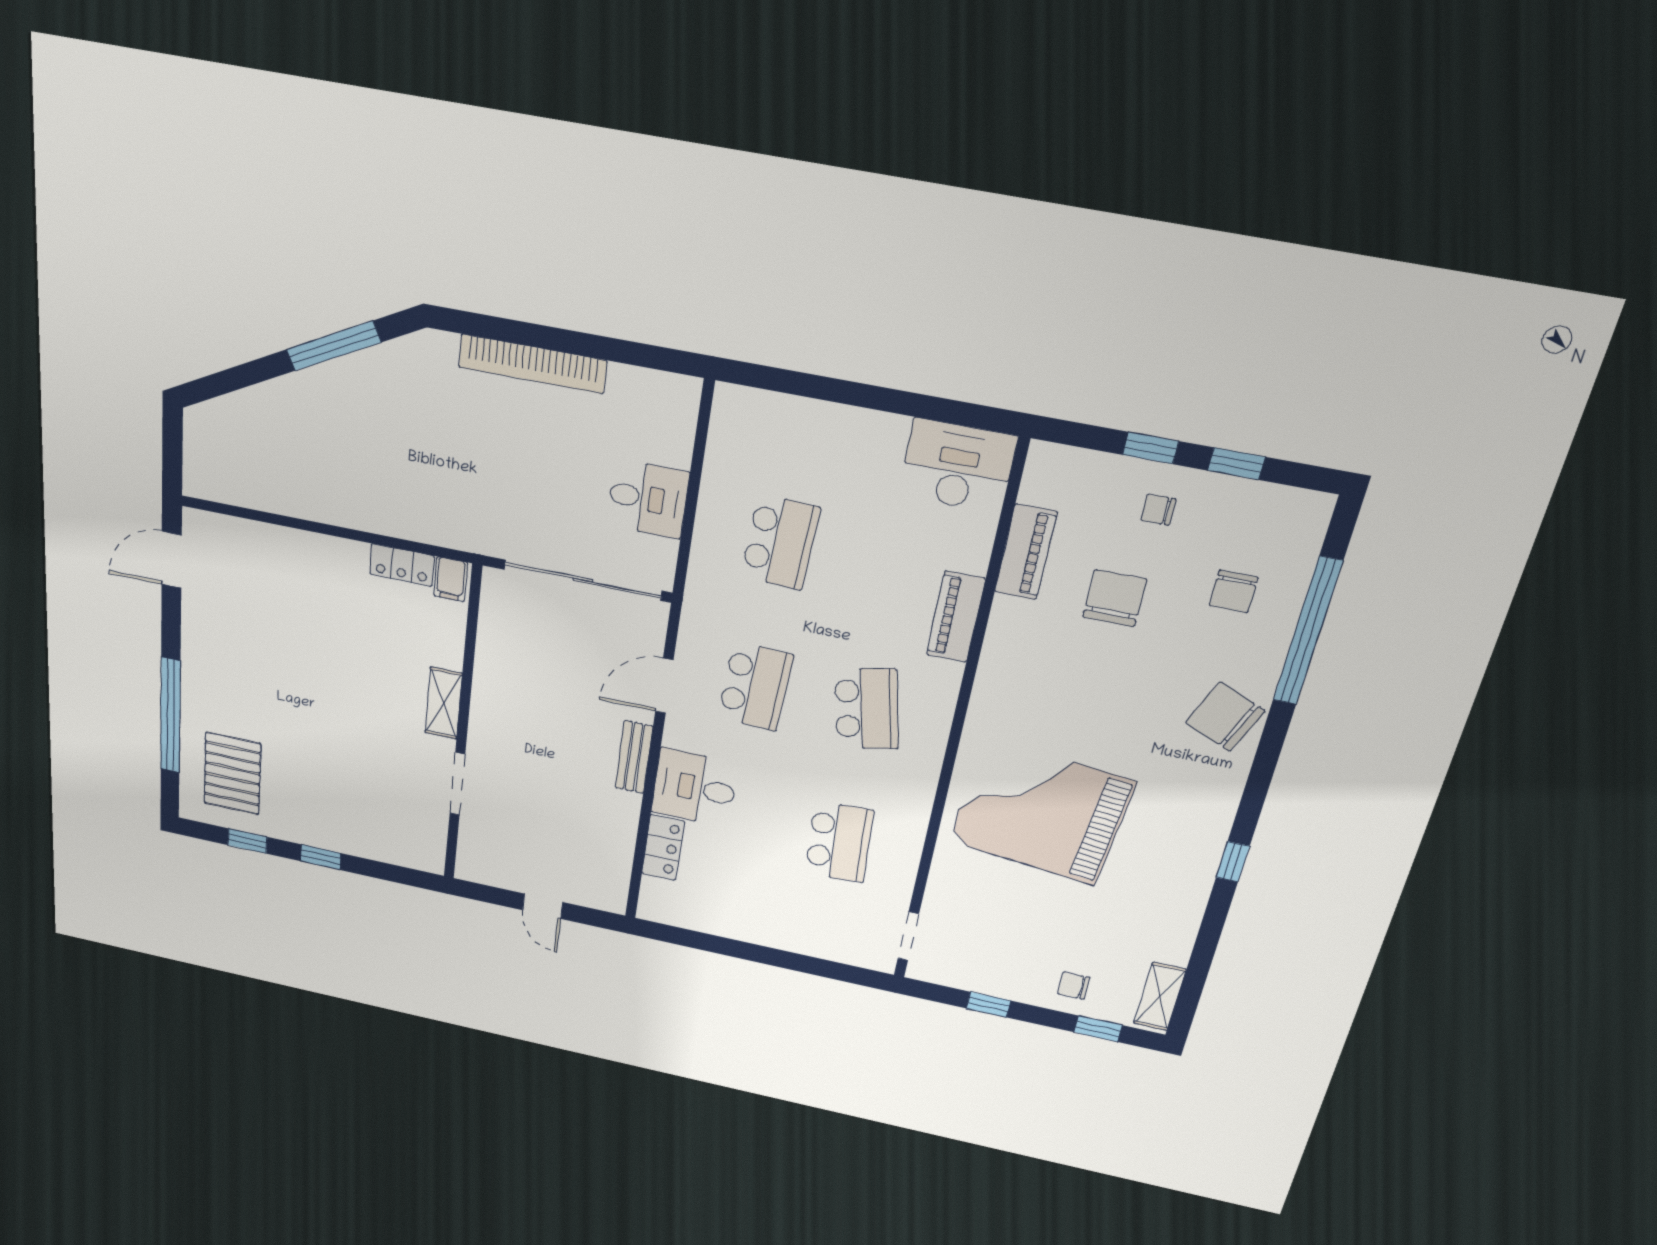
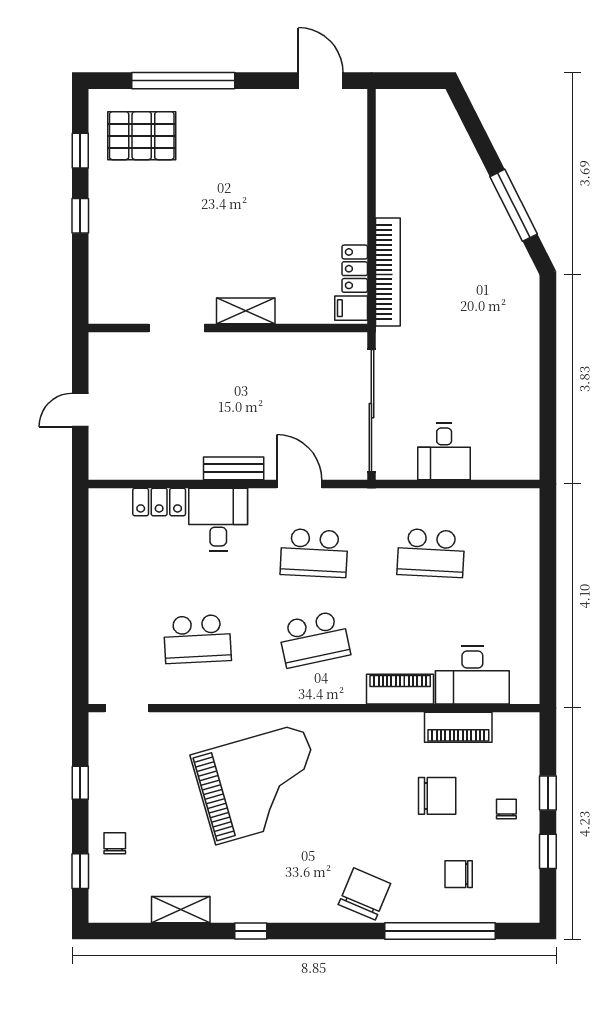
bookcase: (532, 364) -> (388, 272), moved, turned 180
desk: (958, 466) -> (472, 675), moved, turned 90
grand piano: (1041, 812) -> (259, 784), turned 68
shelving: (1160, 997) -> (181, 910), moved

